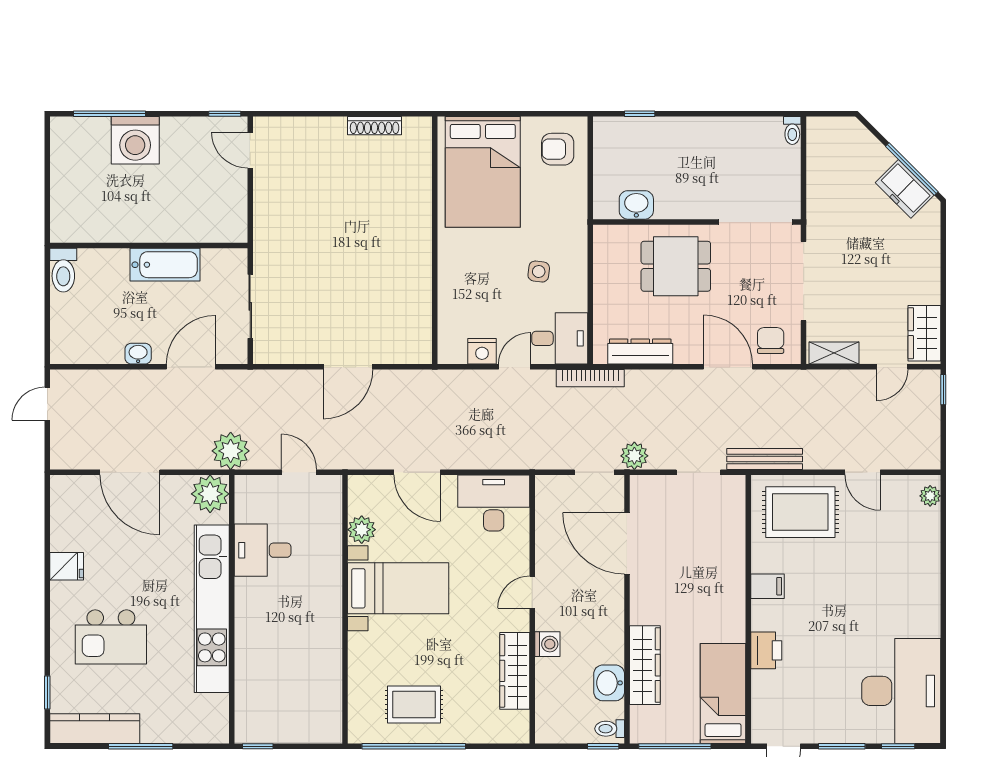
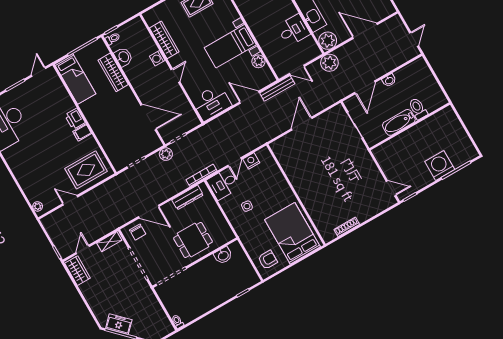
toilet: (63, 270) -> (418, 109), moved
bench: (765, 459) -> (277, 88), moved
printer: (766, 650) -> (75, 119), moved

